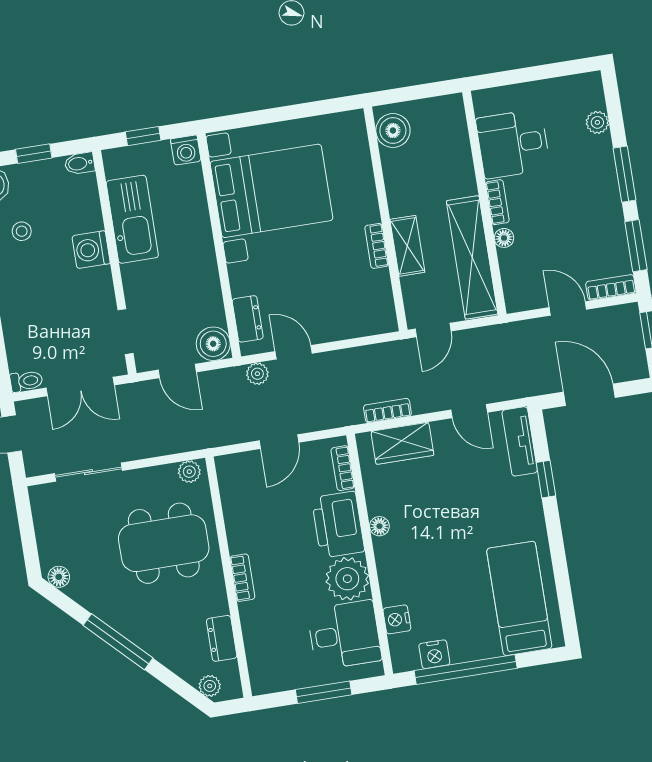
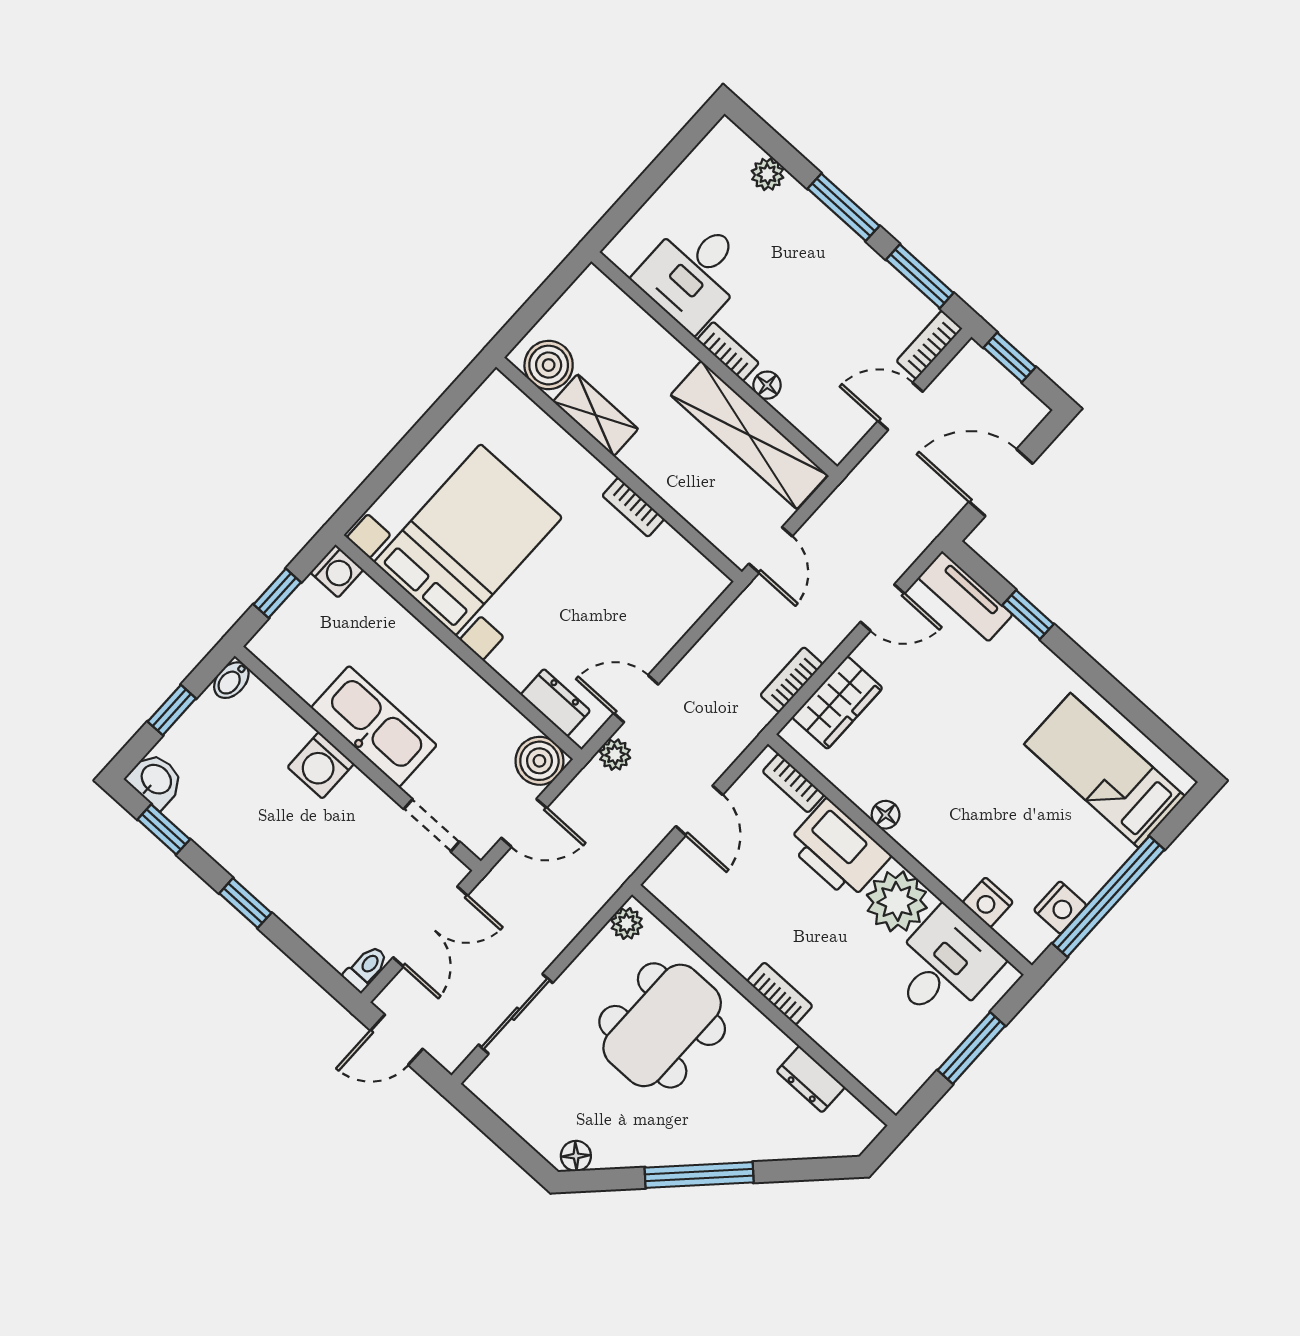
kitchen sink: (132, 219) -> (374, 726), moved
stool: (22, 231) -> (228, 807), removed
shelving: (407, 246) -> (596, 415), moved
plant: (210, 686) -> (840, 1142), removed

